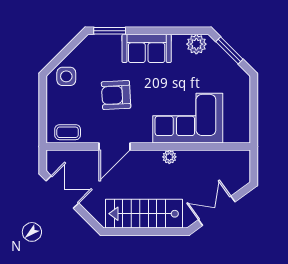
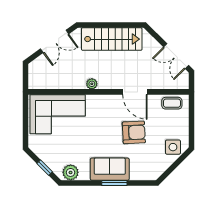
window: (110, 31) -> (114, 183), moved
window: (229, 50) -> (45, 168), width x0.67
corner sofa: (188, 118) -> (58, 114), moved
door: (115, 147) -> (135, 92), swing flipped

